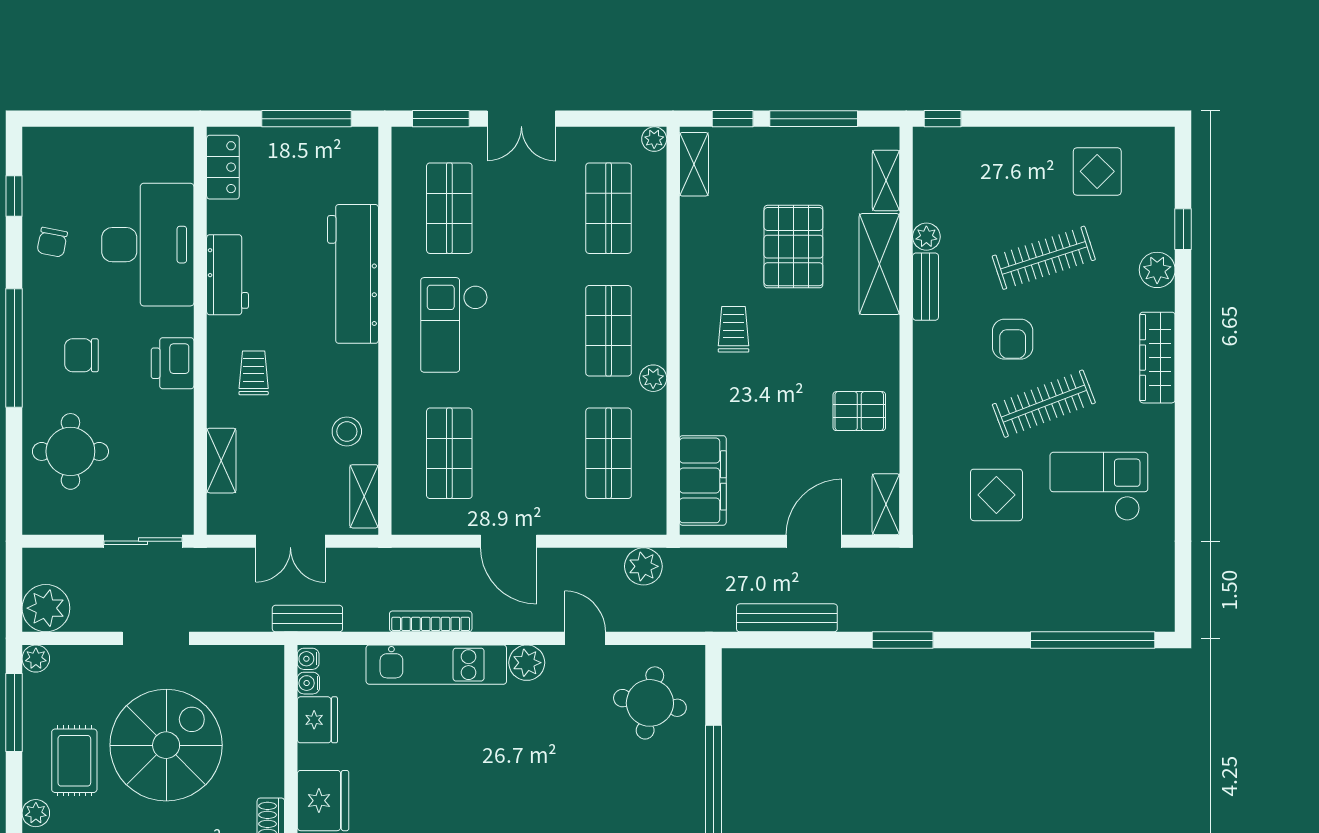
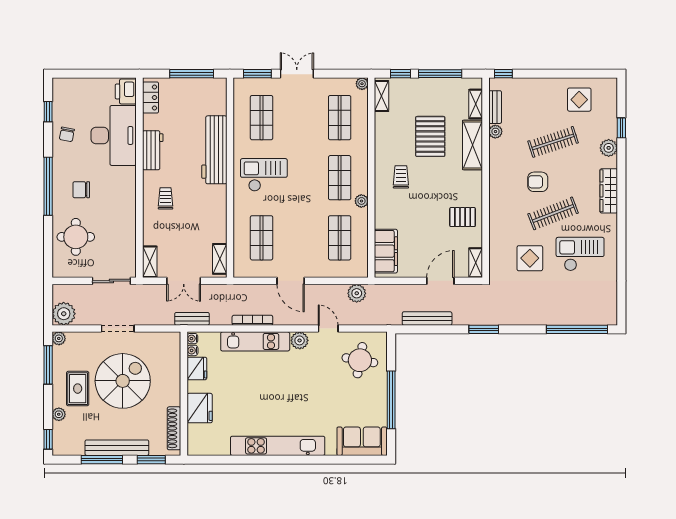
double door: (521, 119) -> (297, 74), swing flipped
bench: (926, 287) -> (495, 107), moved
checkout: (454, 325) -> (264, 175), turned 90
armchair: (1013, 339) -> (538, 182), turned 90
printer: (173, 363) -> (126, 91), moved
stool: (347, 431) -> (211, 227), removed
shelving: (221, 461) -> (150, 262), moved

